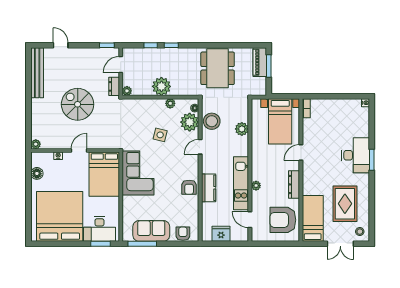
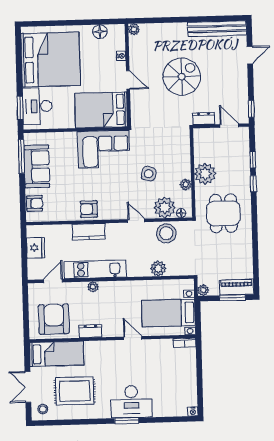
dining table: (218, 68) -> (223, 213), moved, width x0.73
plant: (127, 91) -> (203, 290), moved
dresser: (294, 184) -> (90, 331), width x0.70

